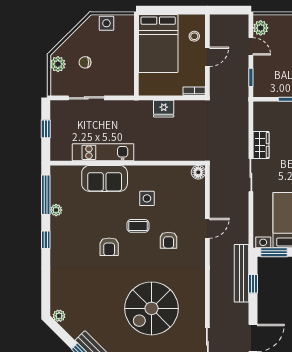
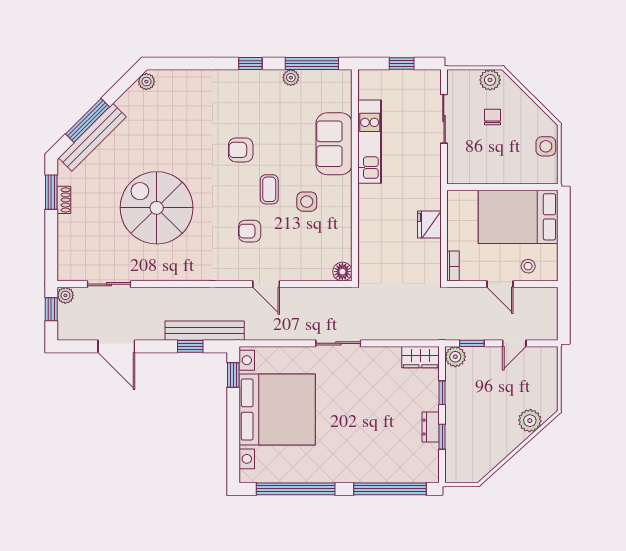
plant: (261, 28) -> (455, 357), moved
wardrobe: (261, 145) -> (420, 357), moved
window: (274, 252) -> (233, 375), width x0.67

